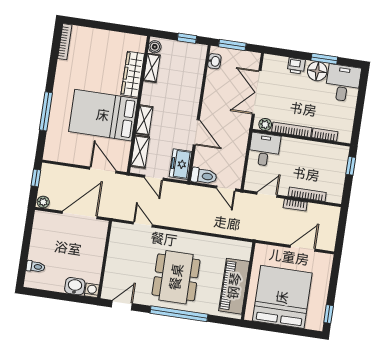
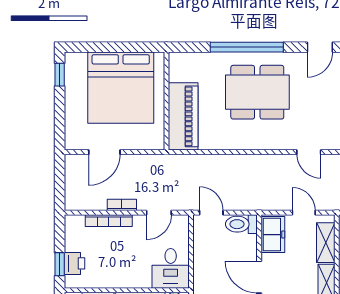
printer: (339, 165) -> (74, 263), added
dining table: (176, 277) -> (257, 92), turned 90
piano: (234, 286) -> (183, 116), moved

